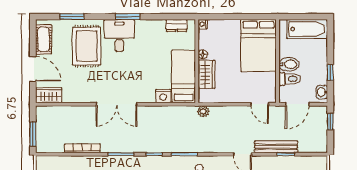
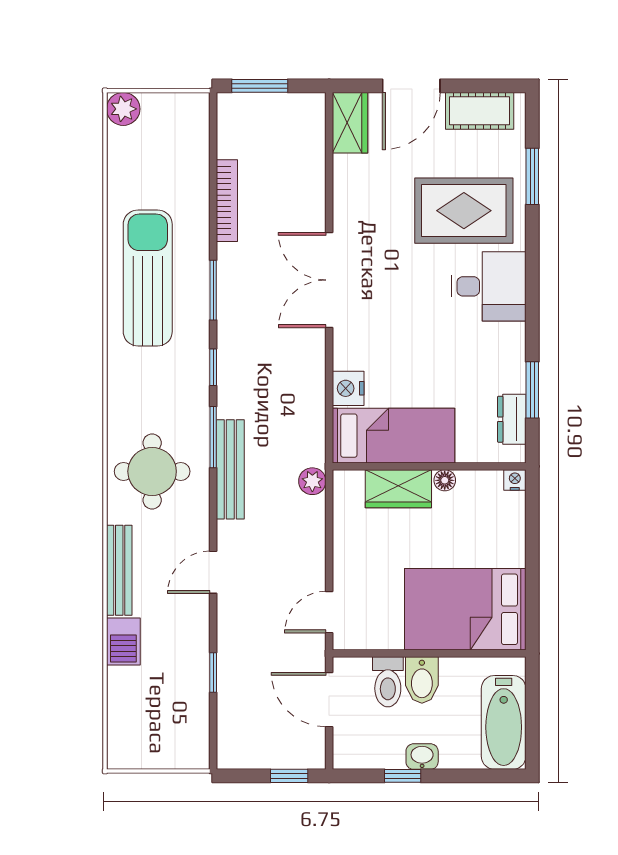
window: (128, 17) -> (532, 390), moved
washbasin: (322, 92) -> (422, 757), moved
bench: (276, 147) -> (230, 469), moved

